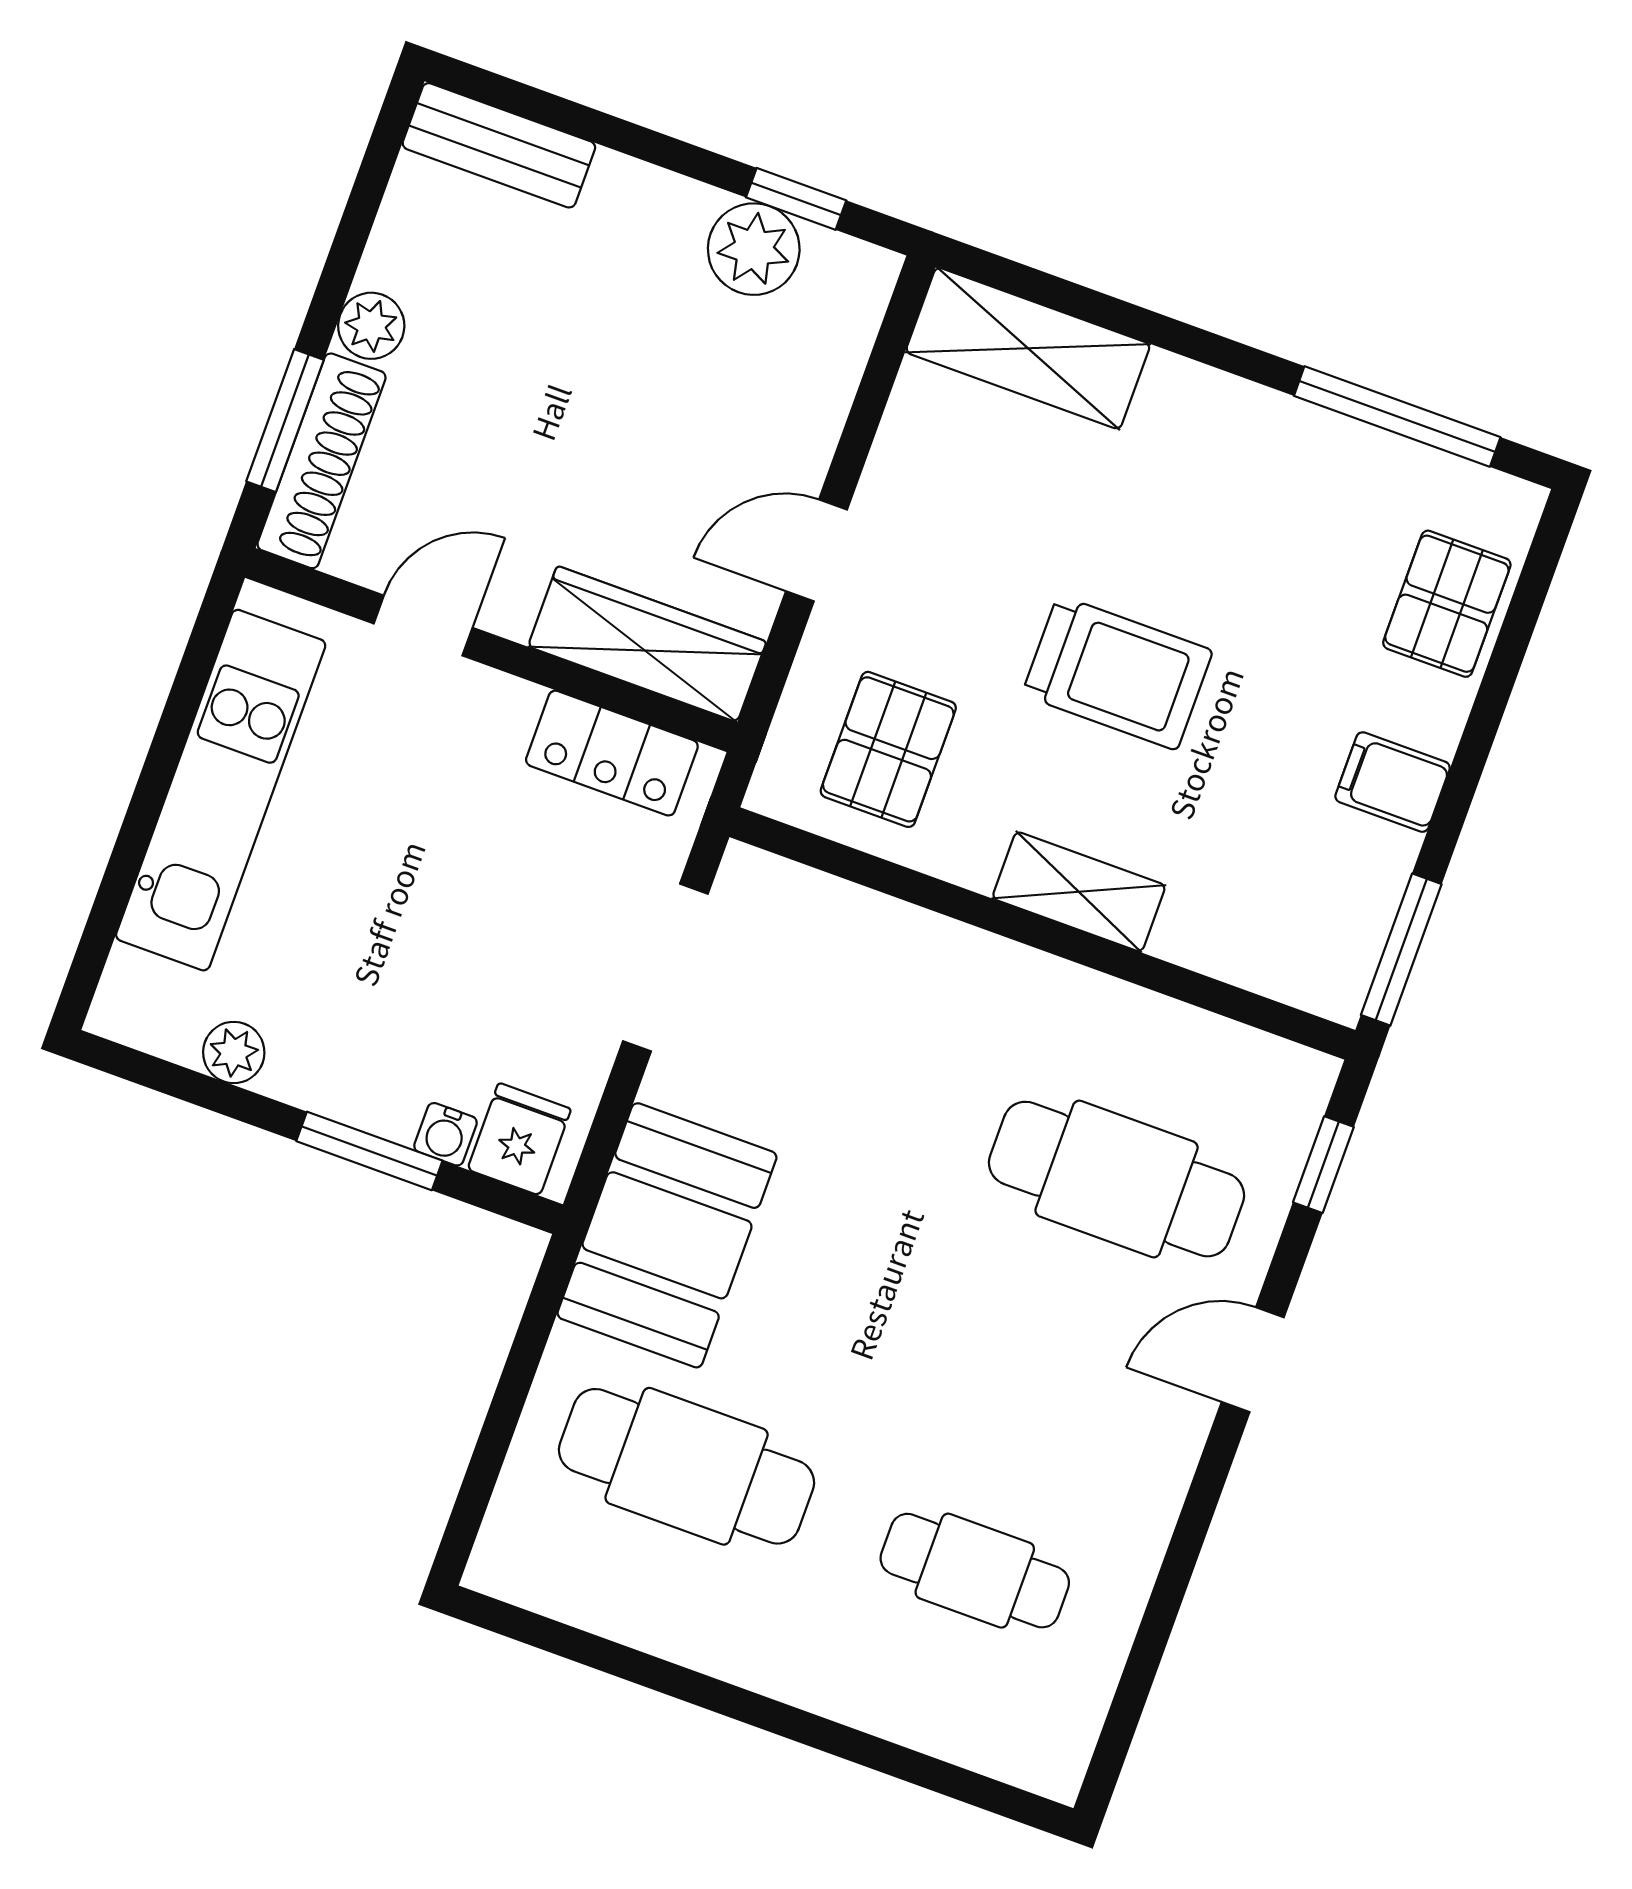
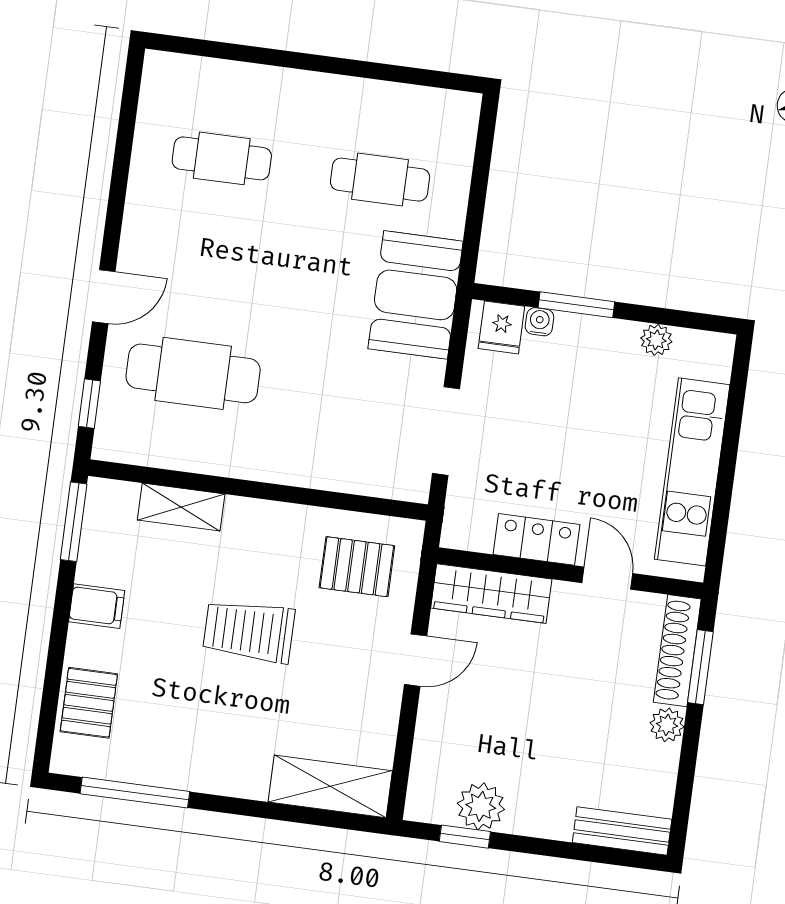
door: (423, 626) -> (607, 578), swing flipped
pallet: (888, 749) -> (357, 567), turned 90
locker: (612, 753) -> (537, 539), moved
shelving: (1079, 892) -> (181, 507), moved
cafe table: (687, 1466) -> (380, 180), width x0.73, depth x0.74

